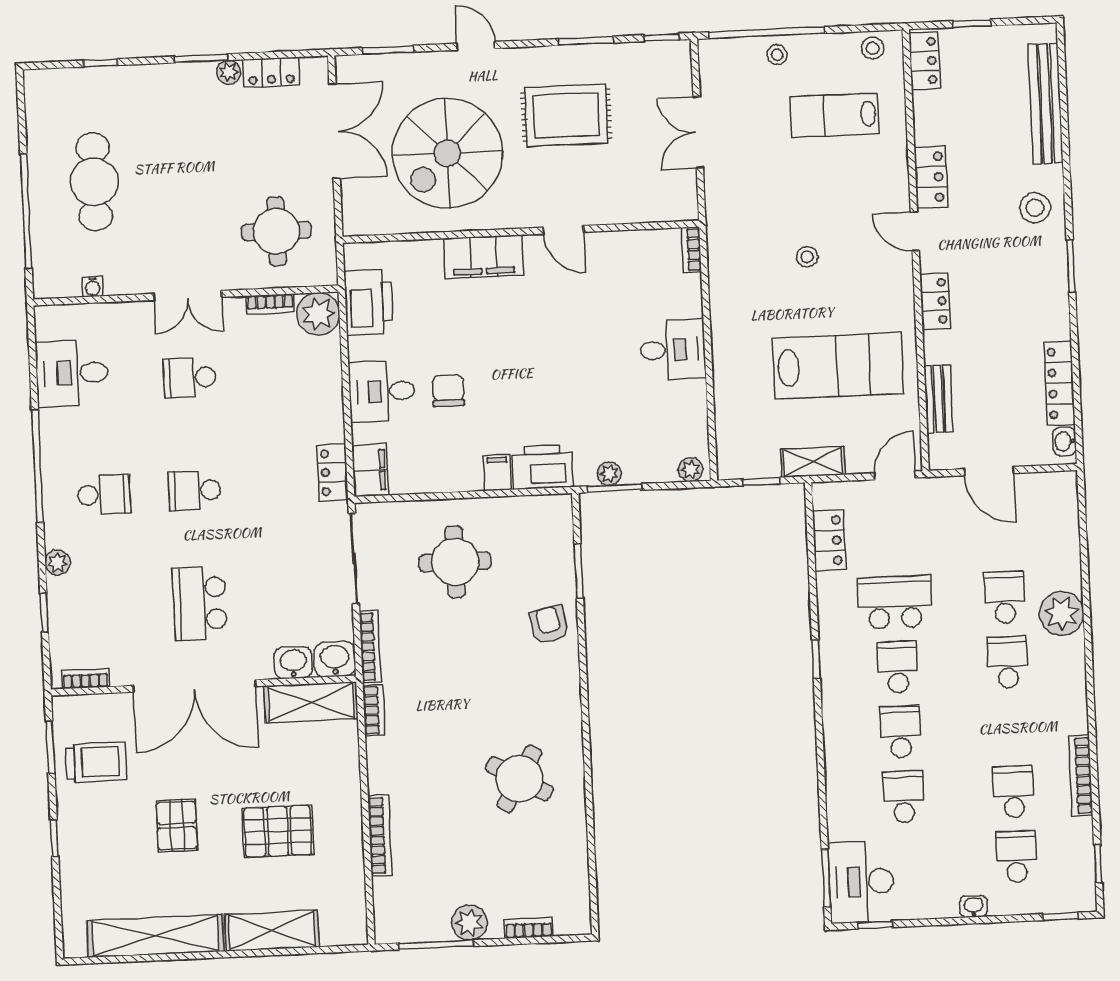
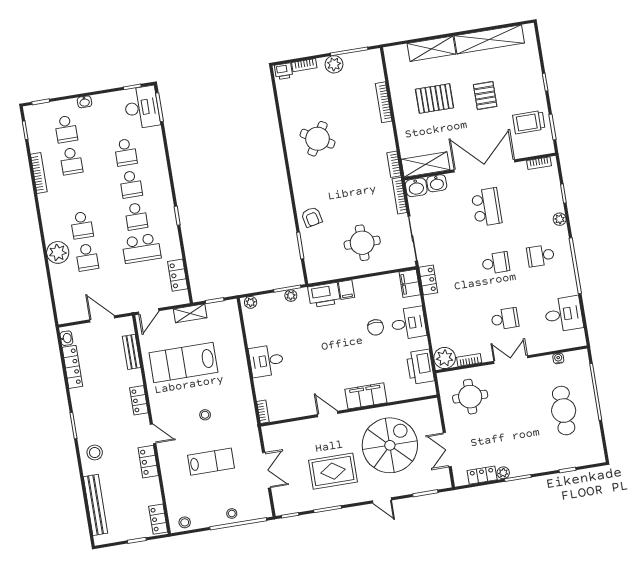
lab bench: (835, 115) -> (211, 462), moved
double door: (334, 131) -> (447, 450), width x0.73
printer: (571, 921) -> (284, 71), added

